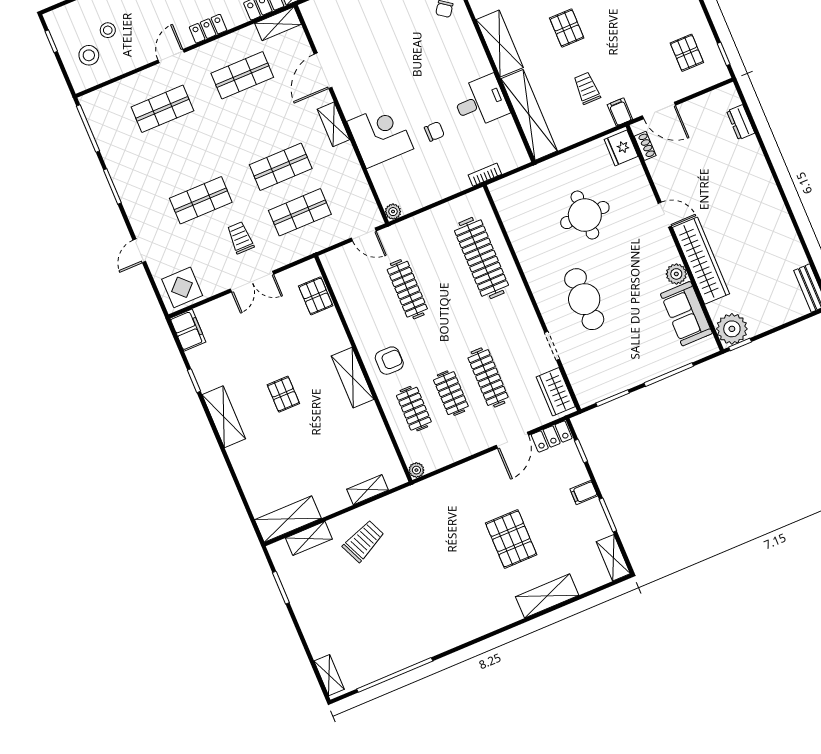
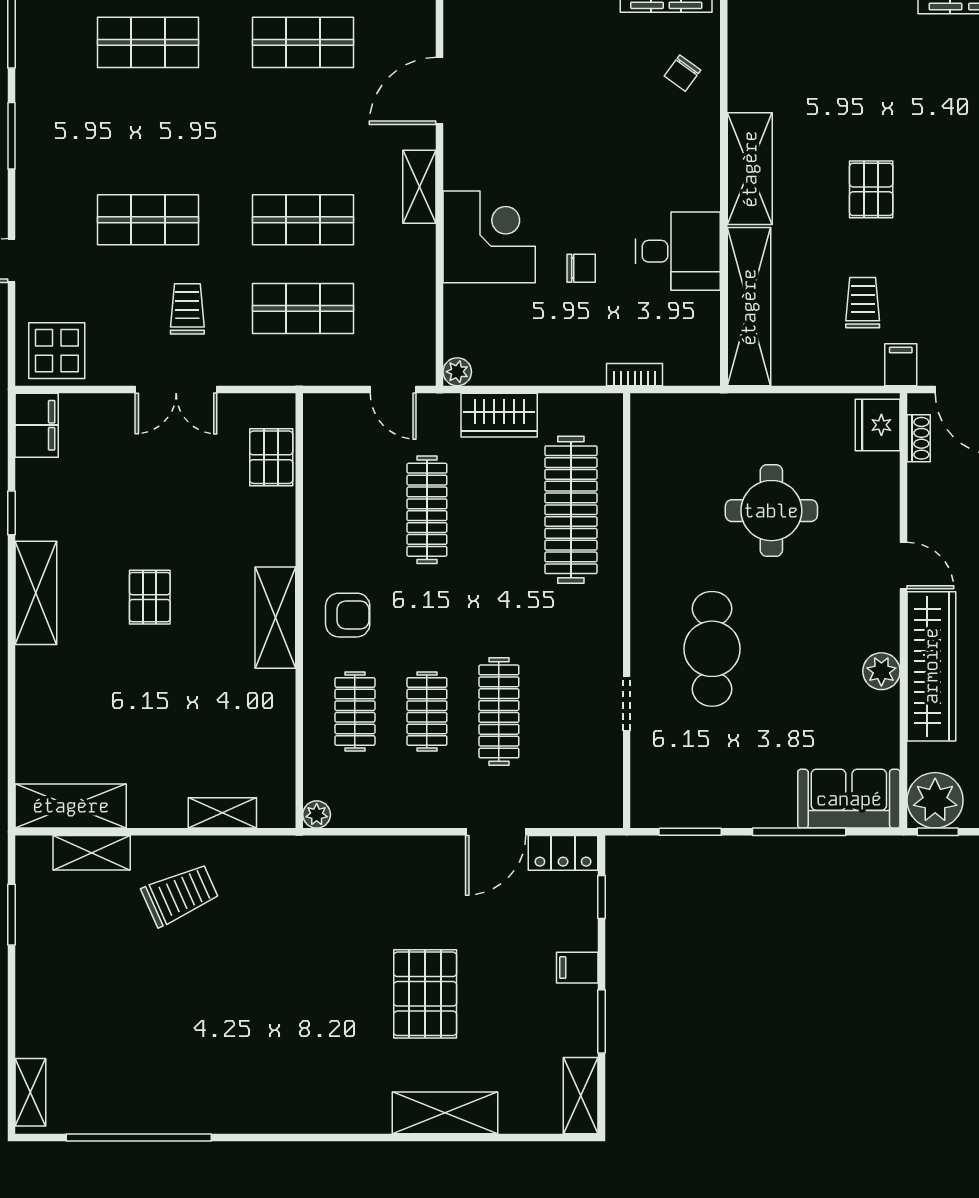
sofa: (686, 314) -> (849, 799), moved, turned 90
wardrobe: (556, 392) -> (499, 415), moved, turned -90

